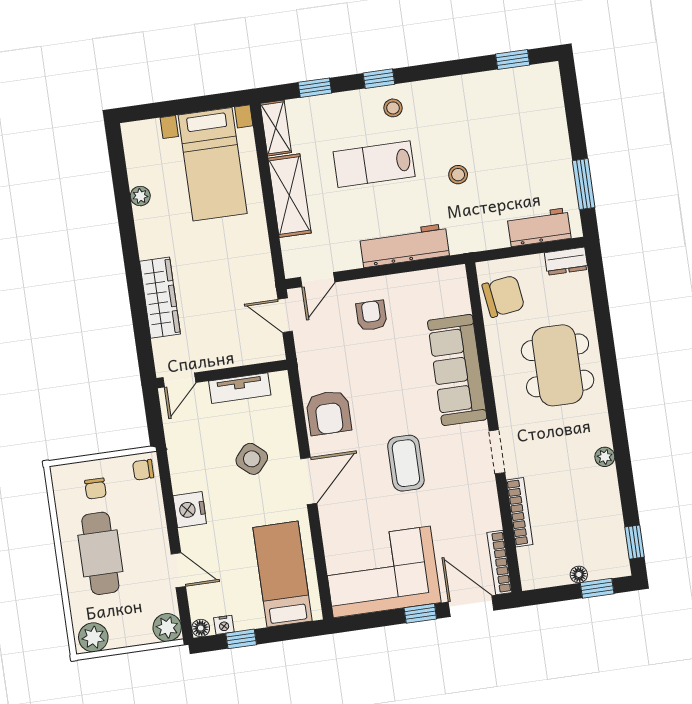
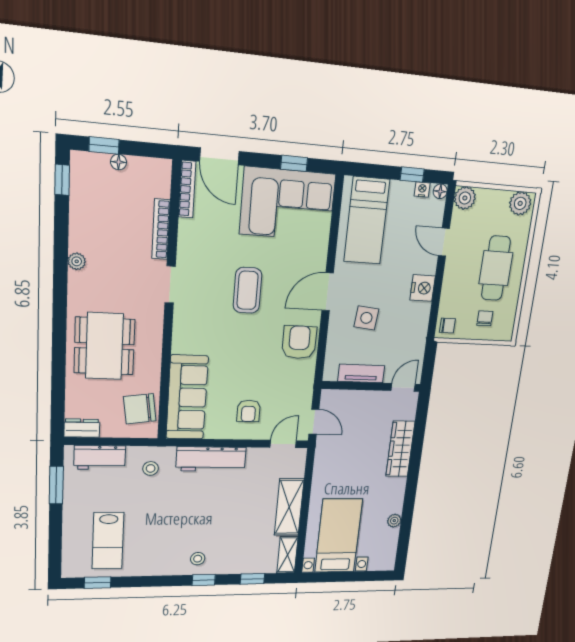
lab bench: (374, 164) -> (108, 541), moved, turned 90
stool: (458, 175) -> (151, 468), moved
sofa: (457, 370) -> (187, 397), moved
side table: (252, 459) -> (366, 318), turned -35
window: (420, 613) -> (294, 163), moved

